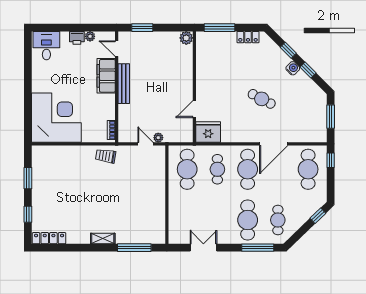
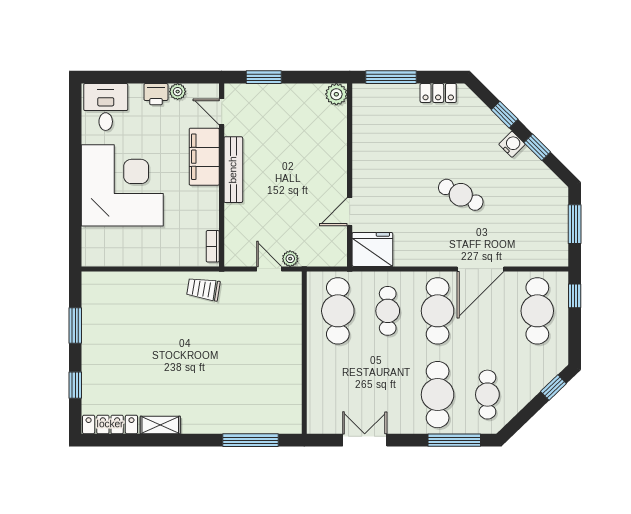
corner desk: (56, 118) -> (122, 185), moved
shelving: (103, 238) -> (160, 425), moved

